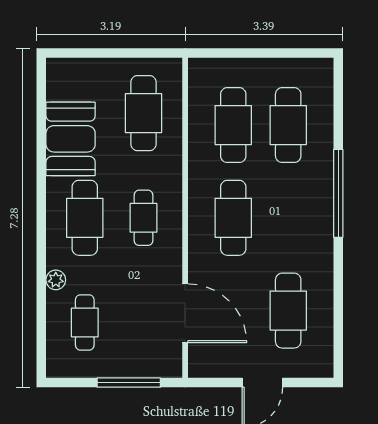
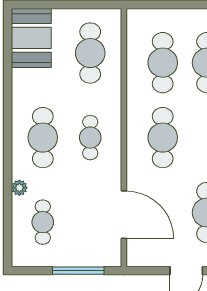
booth: (71, 139) -> (31, 38), moved

